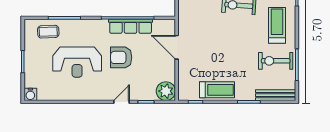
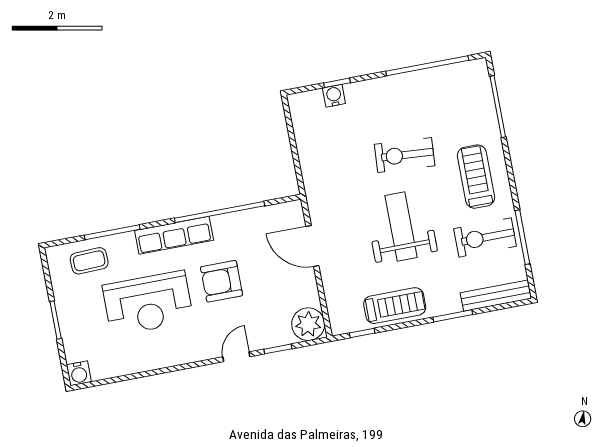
row of seats: (131, 26) -> (174, 235), moved
weight bench: (229, 46) -> (401, 226), added

